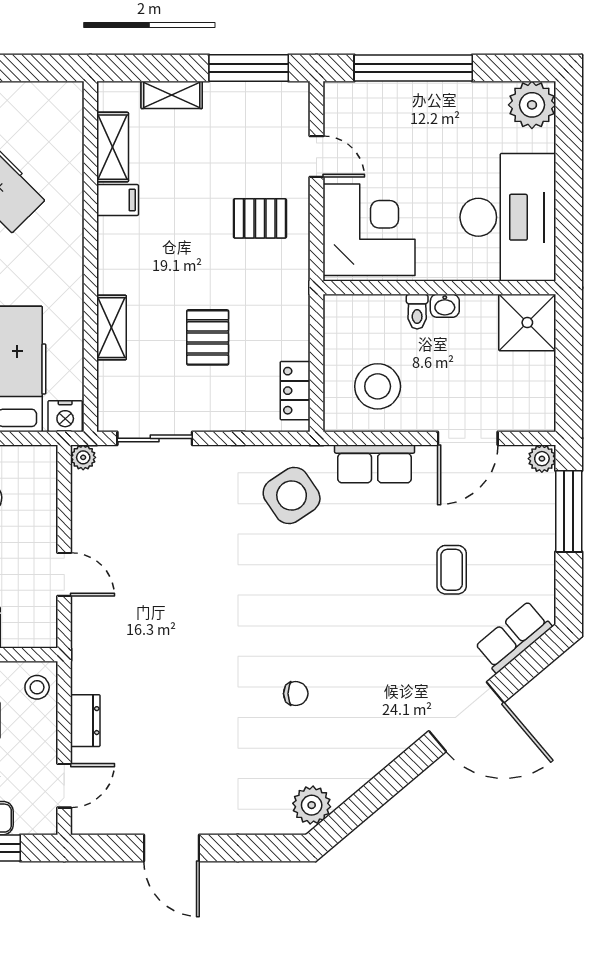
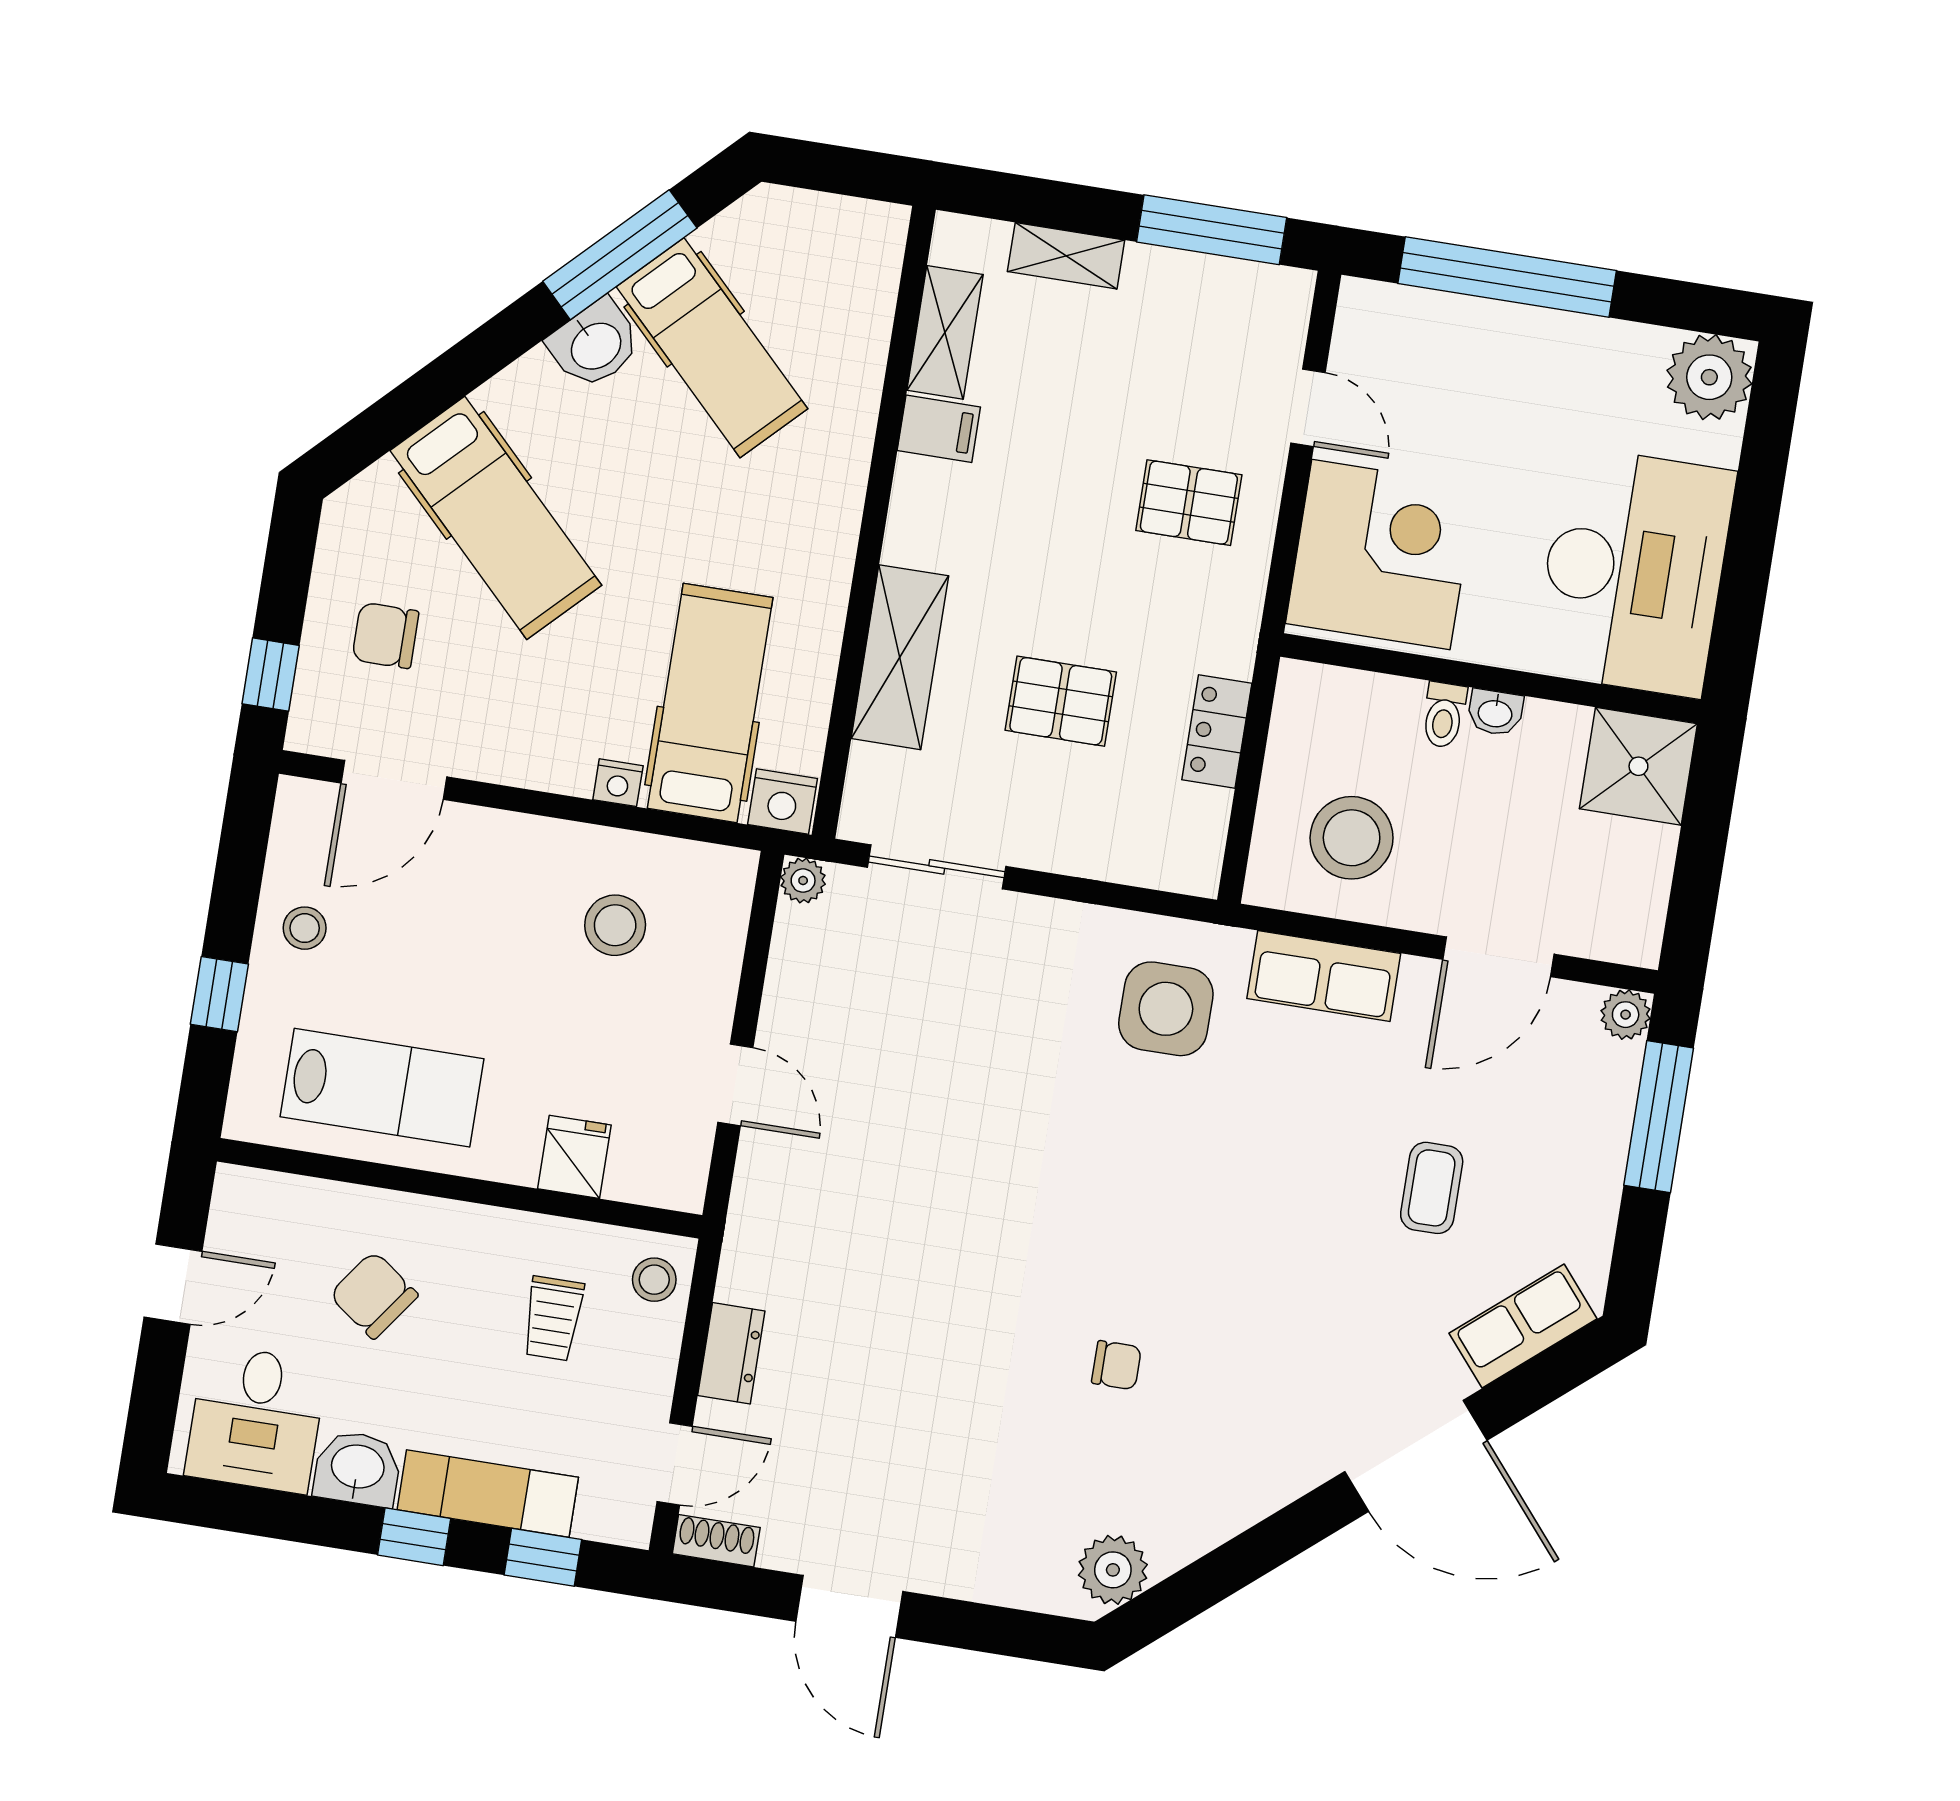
shelving: (111, 328) -> (900, 657), width x1.50, depth x1.33
pallet: (208, 337) -> (1061, 701), turned 90
locker: (295, 391) -> (1217, 731), moved
side table: (292, 496) -> (1166, 1009), turned 34
shoe rack: (93, 824) -> (716, 1541), added

